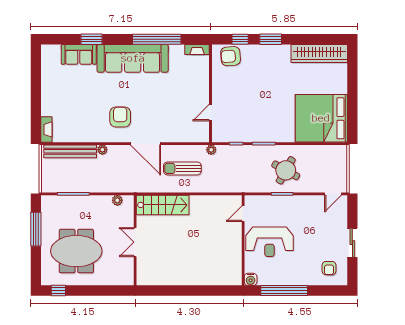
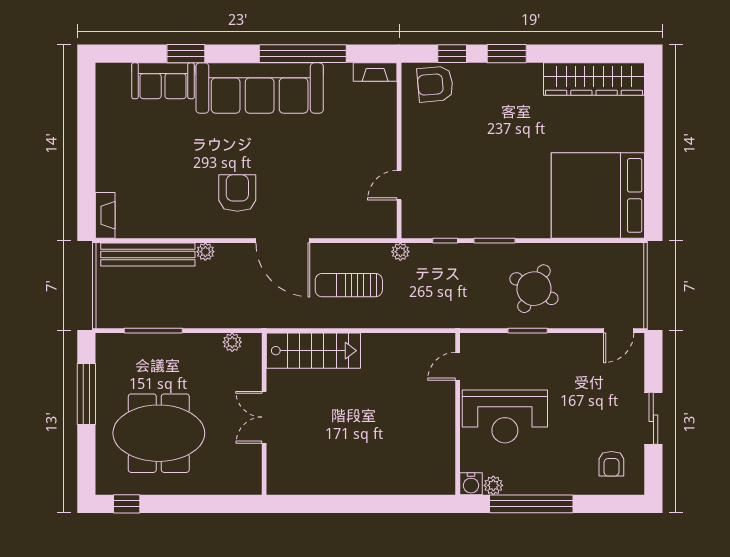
plant: (263, 280) -> (493, 485), added

